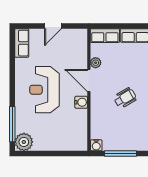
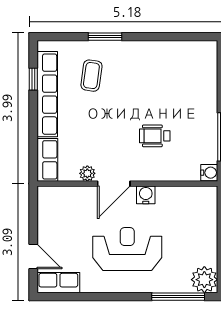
door: (53, 26) -> (33, 257), moved
reception desk: (44, 90) -> (127, 249), turned 180
wheelchair: (125, 98) -> (155, 136), moved, turned -60

